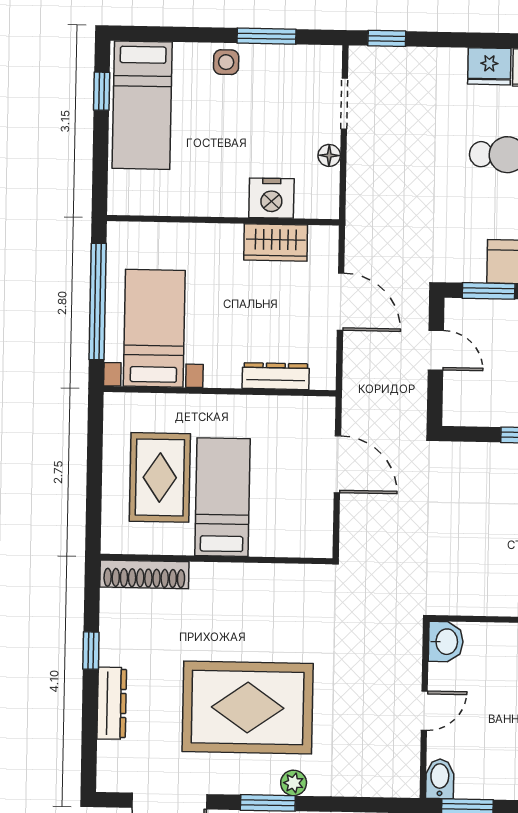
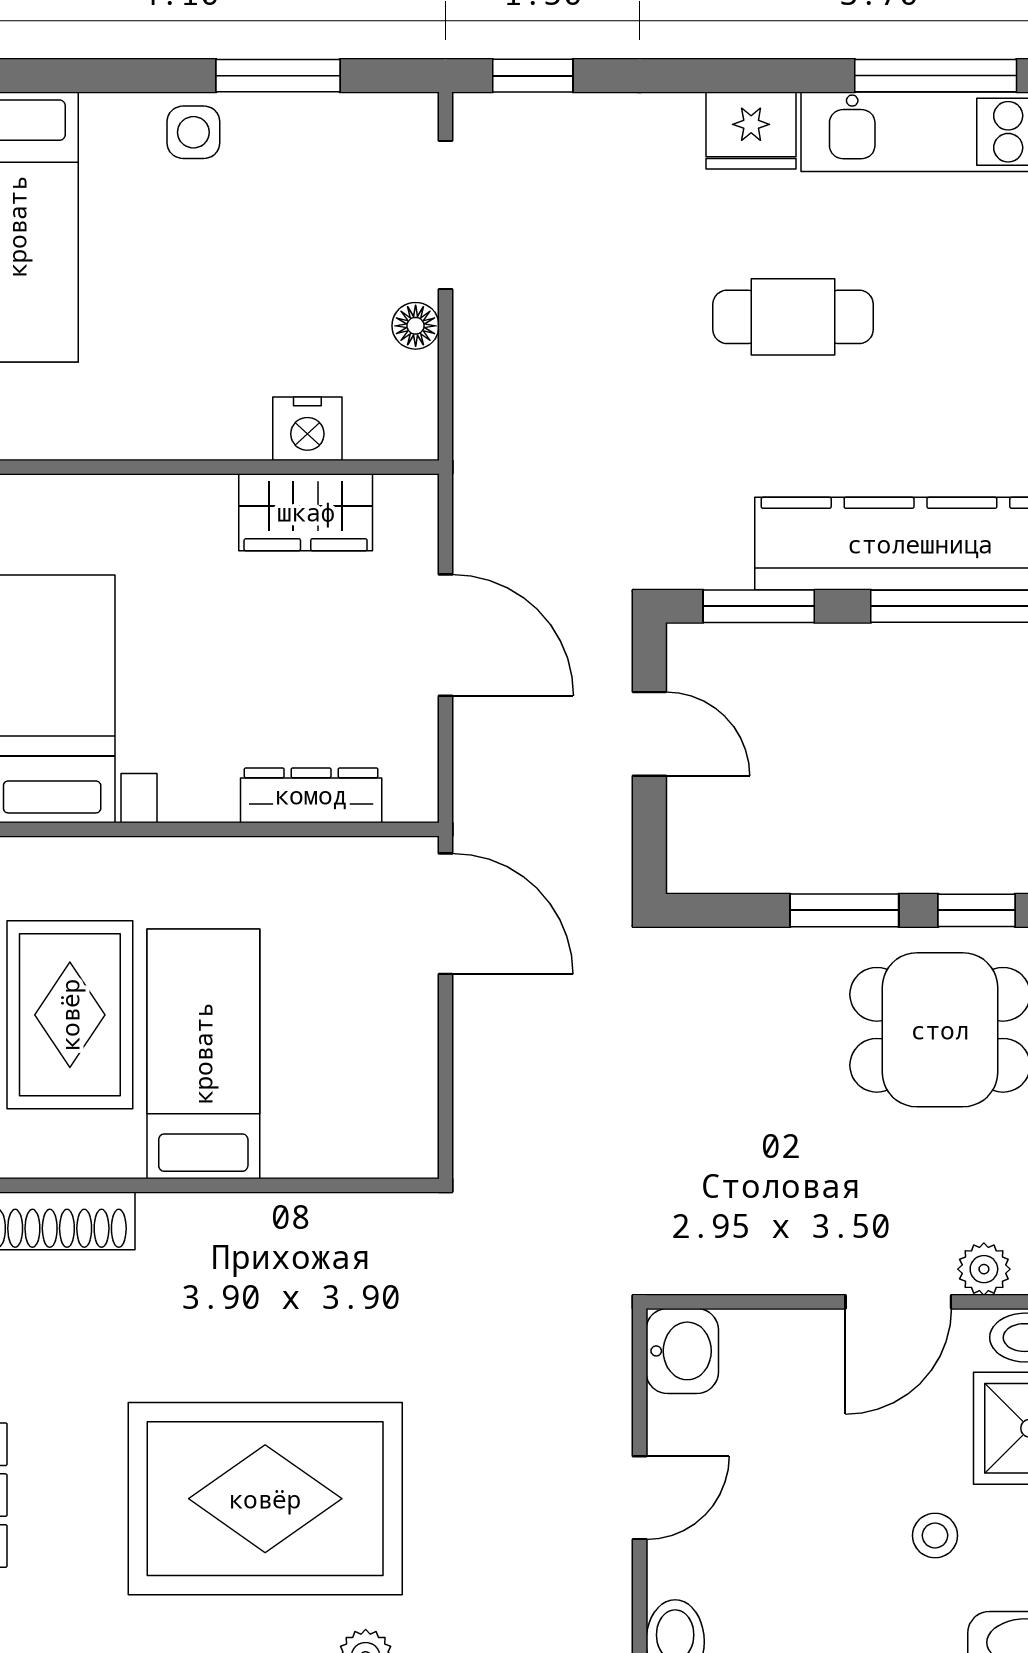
doorway: (344, 103) -> (446, 215), width x1.38
nightstand: (271, 198) -> (307, 429), width x0.74, depth x0.75
door: (337, 464) -> (446, 914), moved

